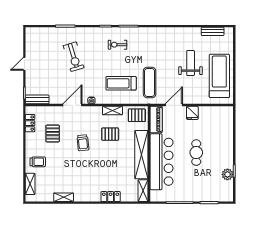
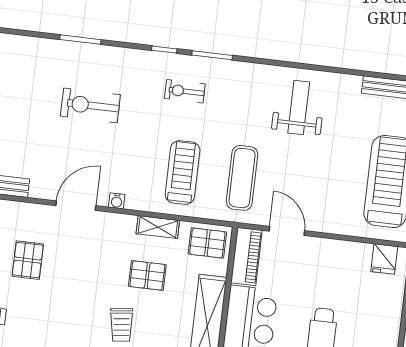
exercise bike: (74, 57) -> (90, 105), turned 107
weight bench: (191, 63) -> (299, 108), moved
treadmill: (121, 83) -> (183, 172), turned 90
door: (174, 105) -> (287, 231), hinge flipped
fridge: (192, 113) -> (384, 259), moved
trolley: (83, 143) -> (121, 325), moved

